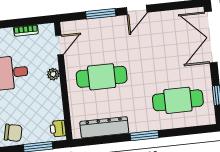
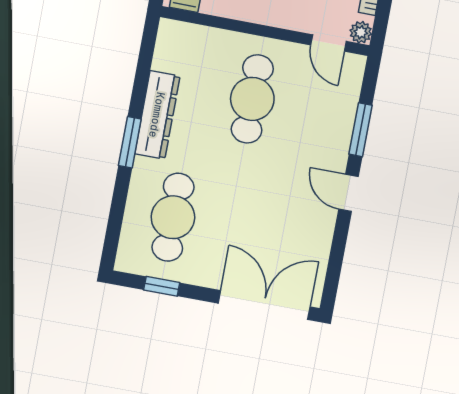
plant: (53, 74) -> (361, 32), moved
dresser: (104, 127) -> (157, 115), moved

